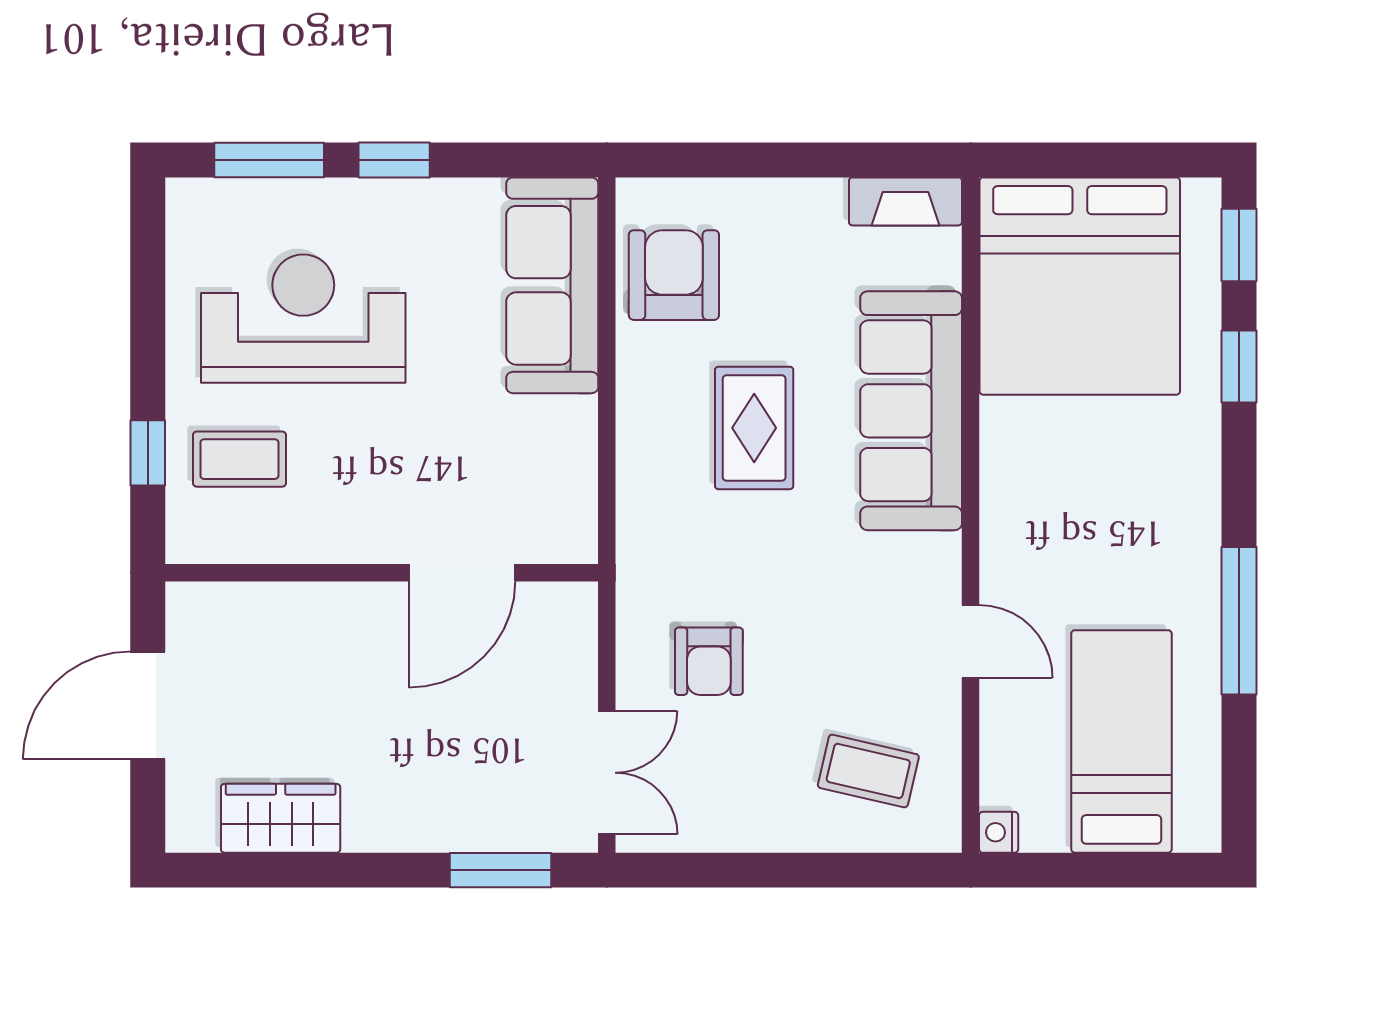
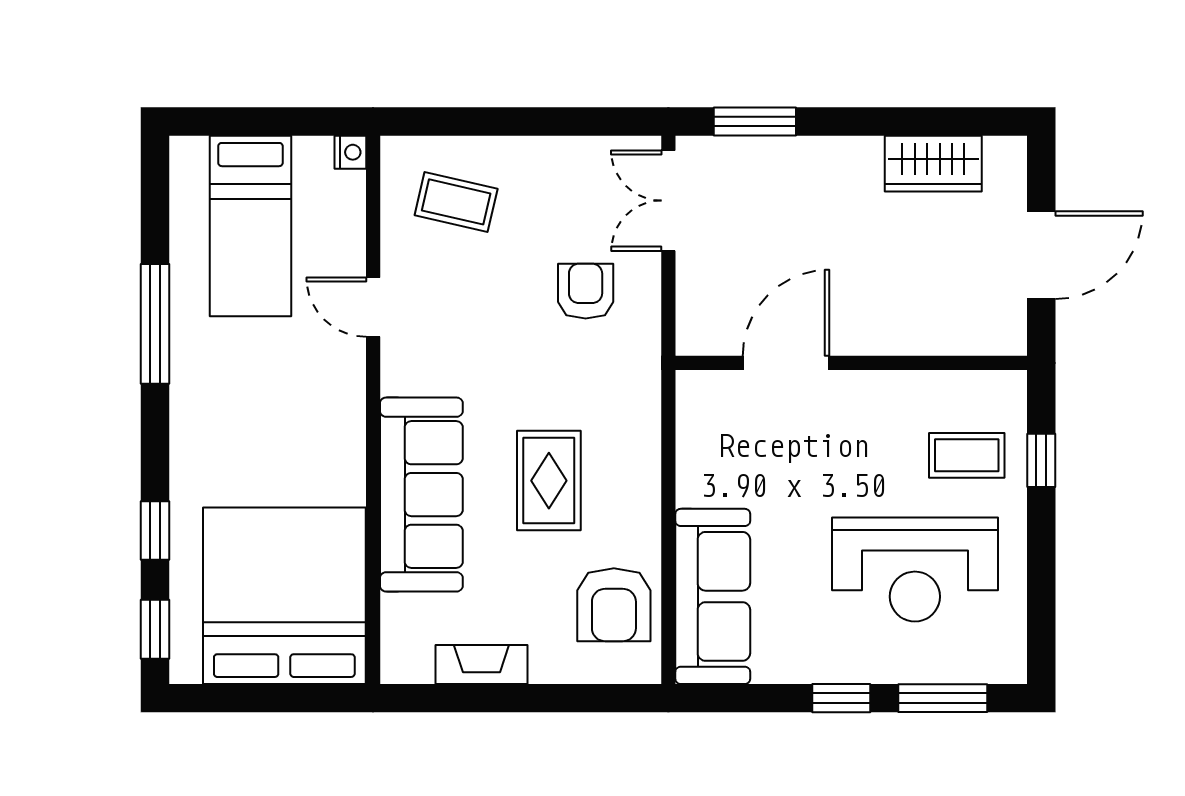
fireplace: (905, 201) -> (481, 665), moved

